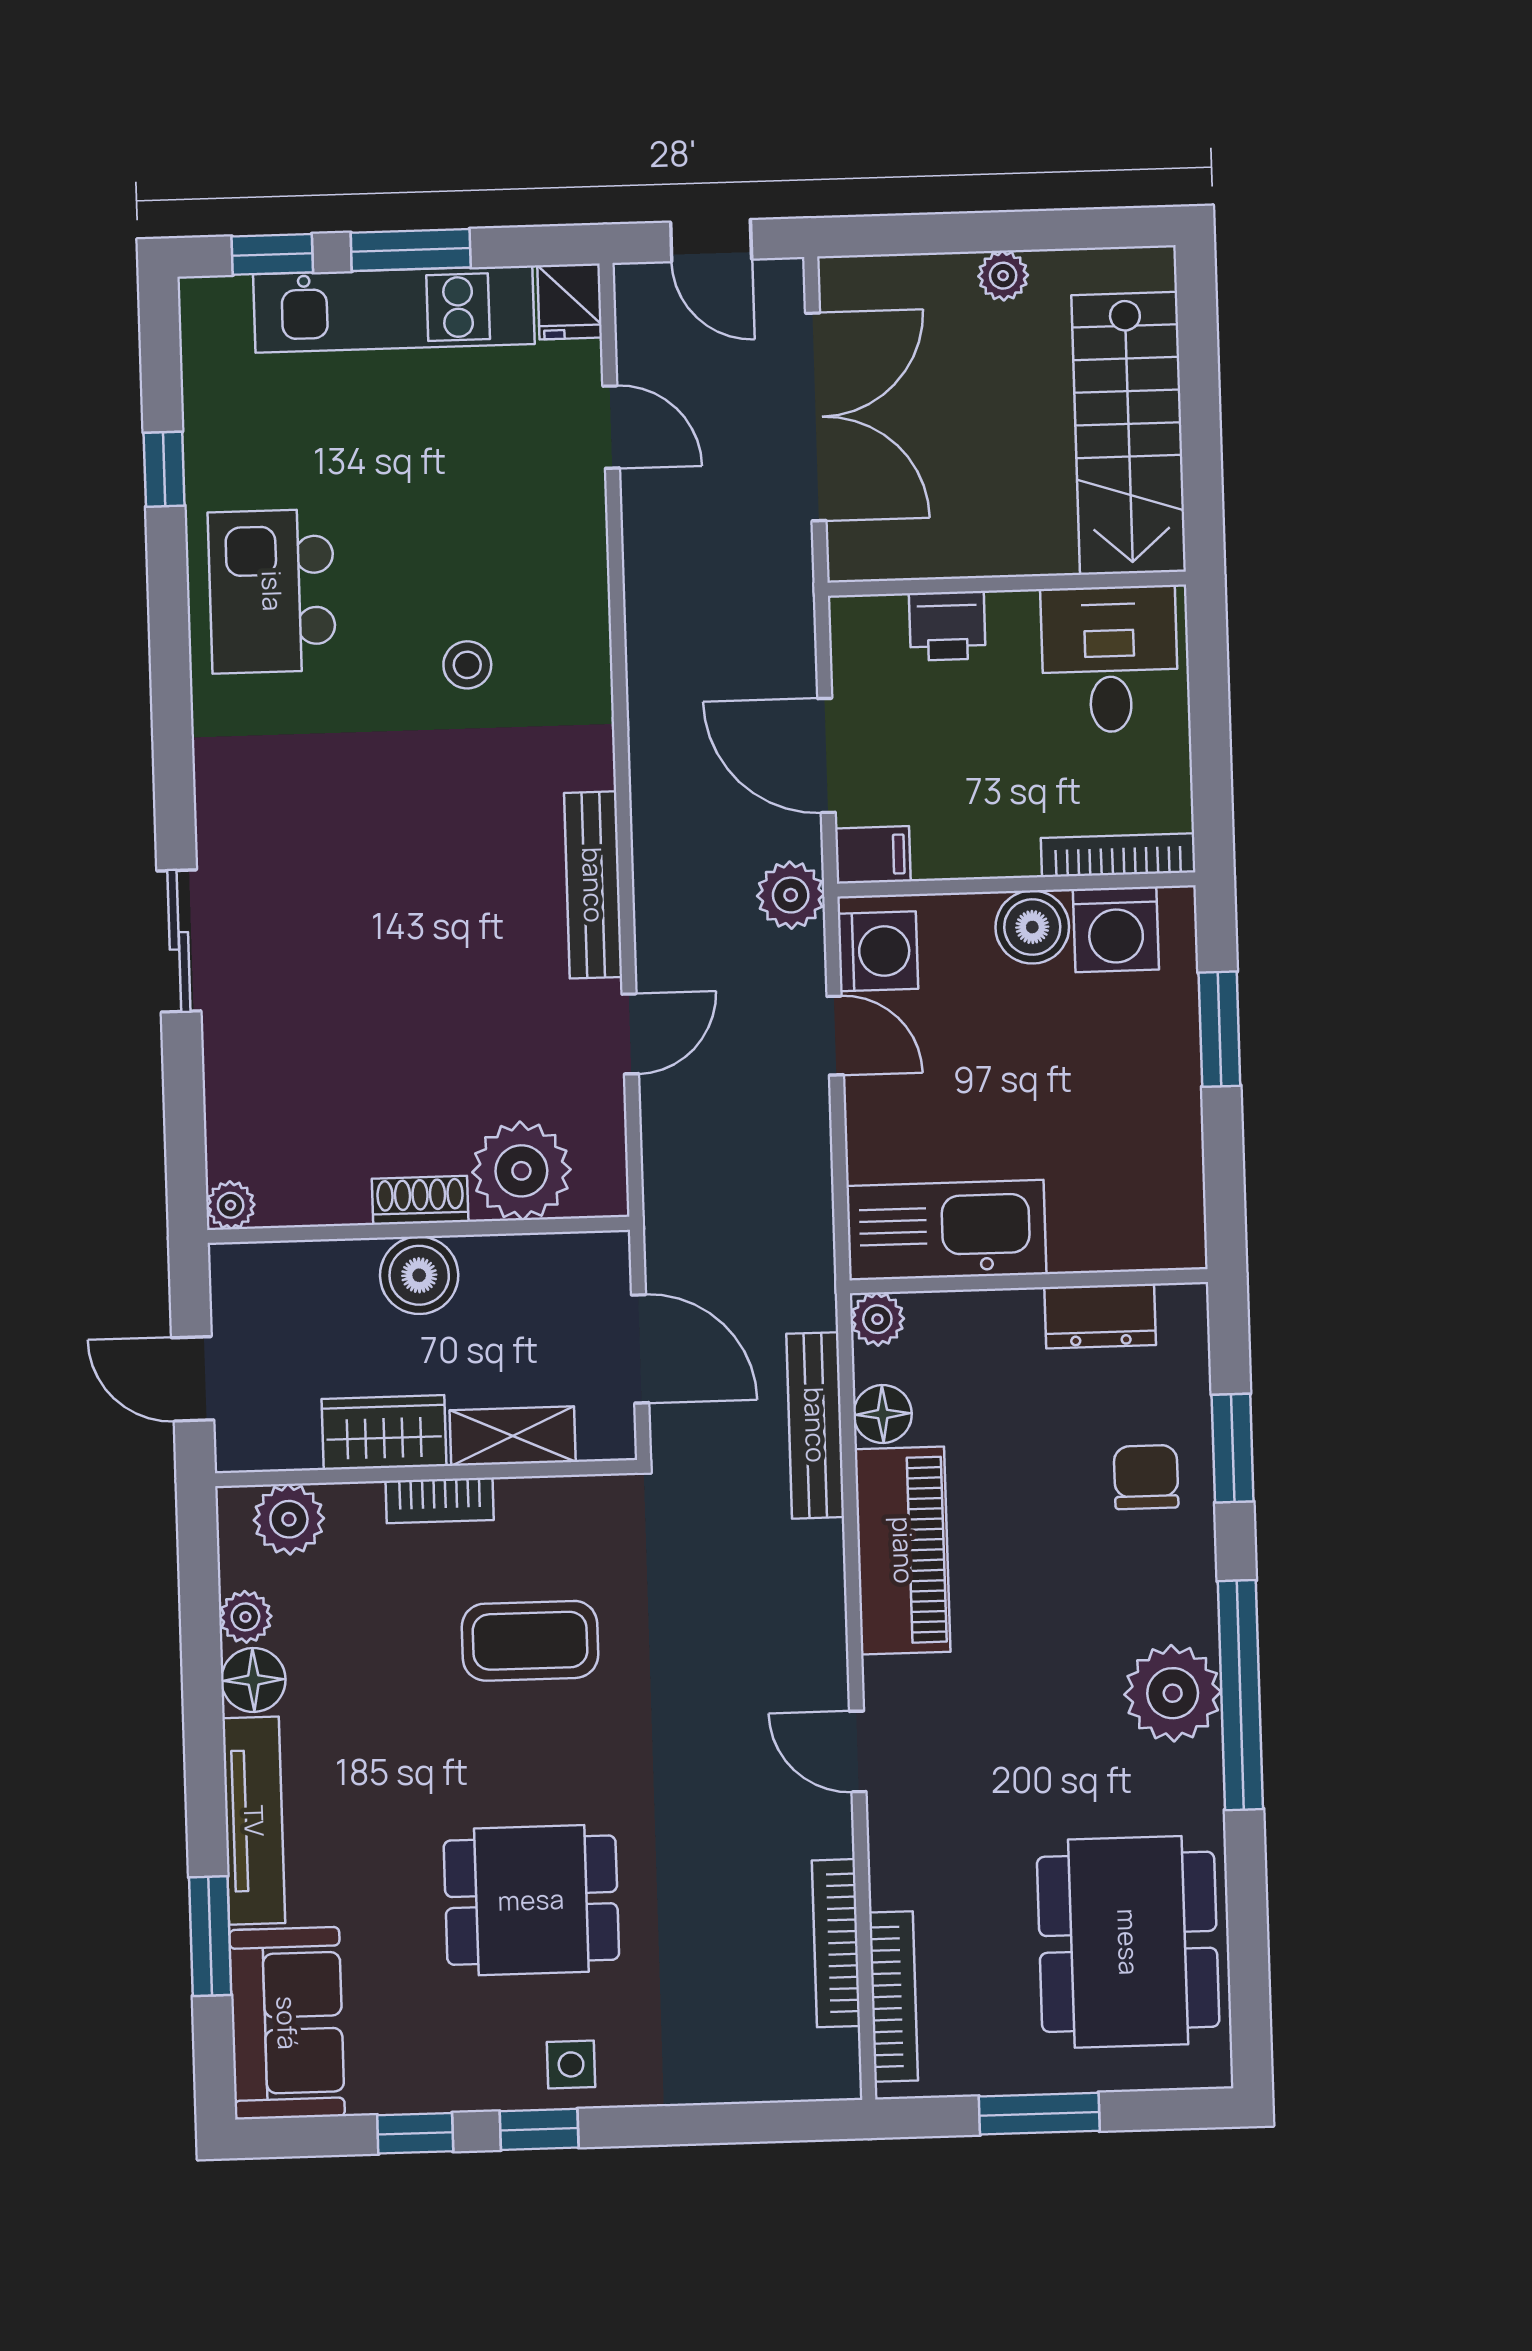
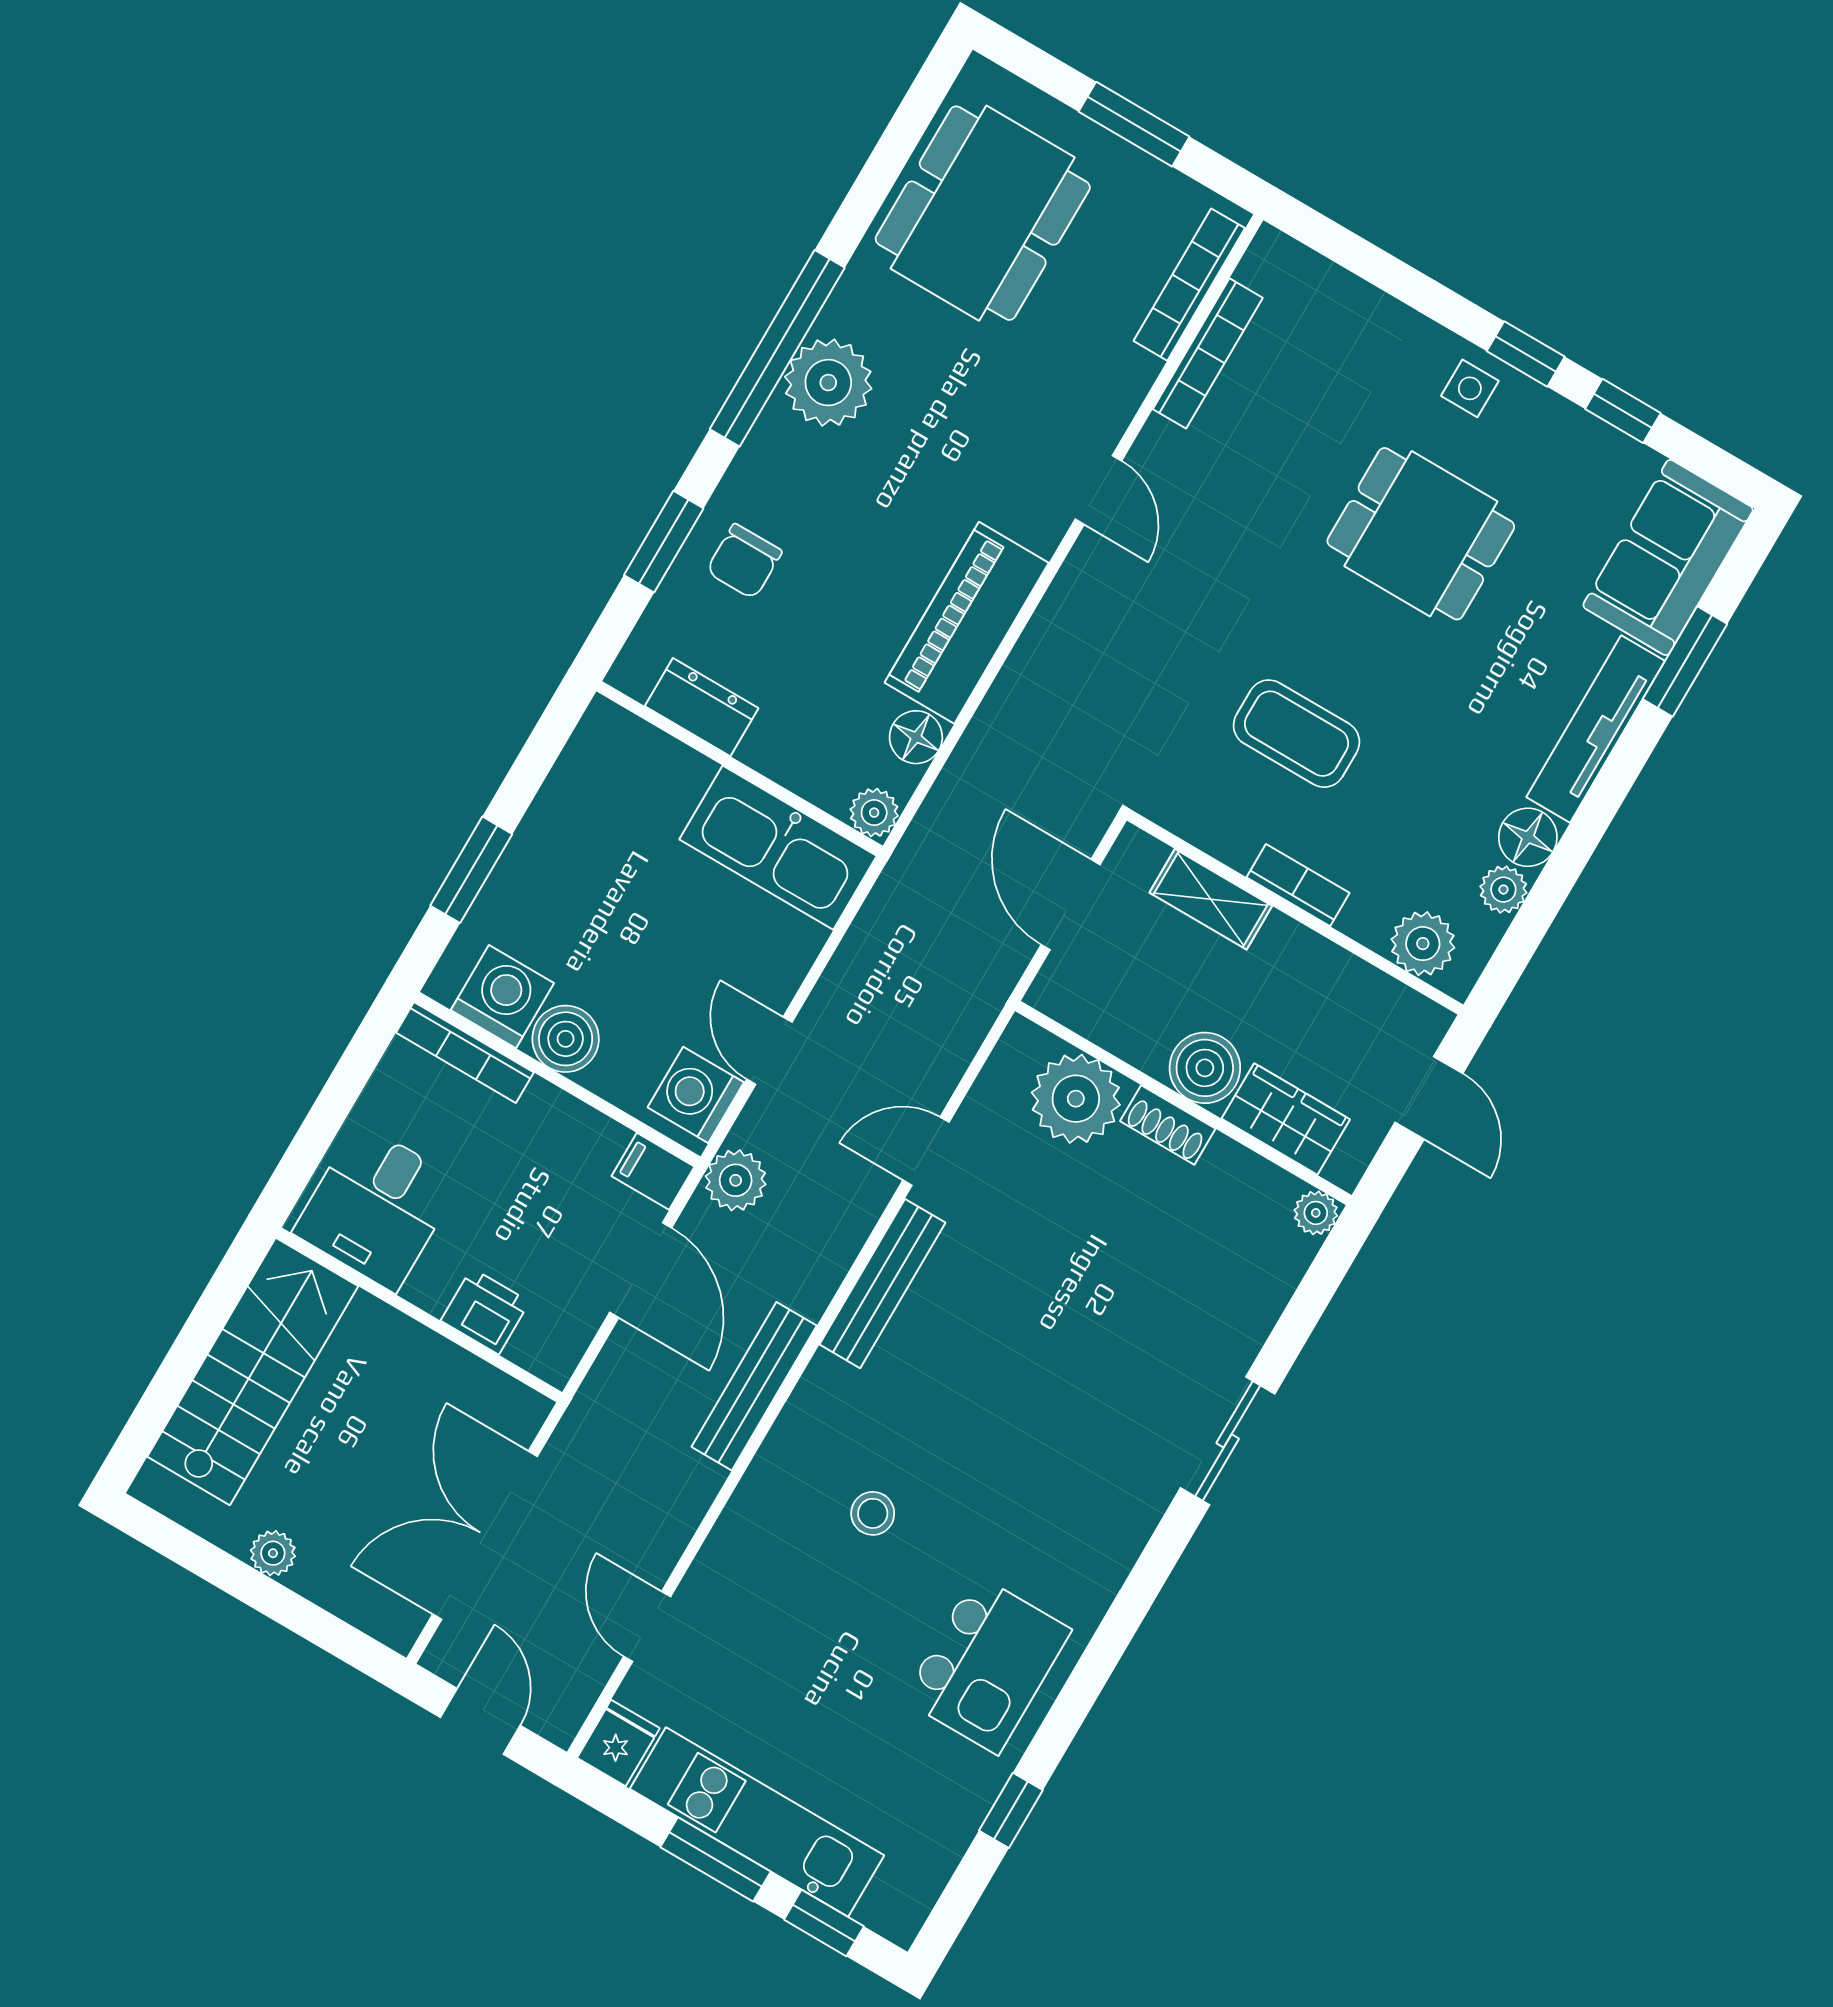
bench: (815, 1425) -> (754, 1386), moved
wardrobe: (384, 1432) -> (1286, 1119), moved, turned 180

